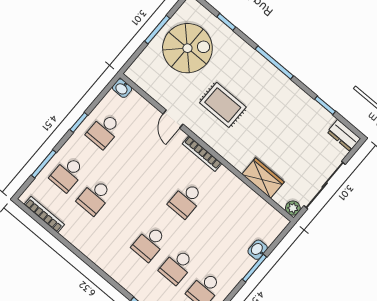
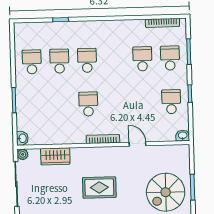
rug: (223, 105) -> (99, 187), moved
washbasin: (258, 250) -> (22, 138), moved

